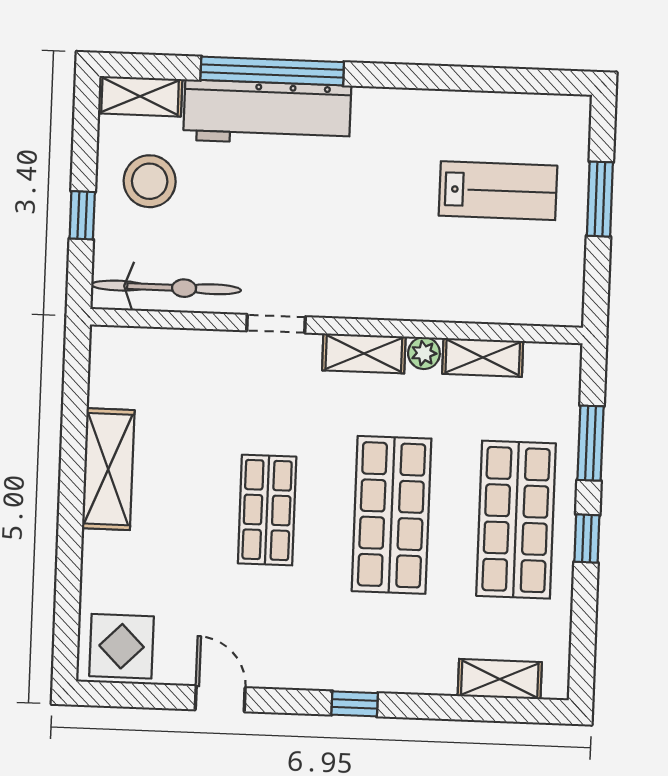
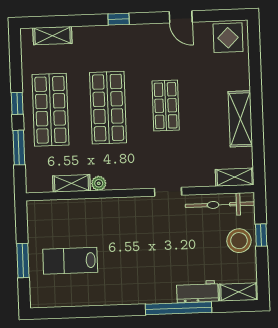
workbench: (267, 113) -> (197, 292), width x0.53, depth x0.76
stool: (150, 181) -> (239, 241), moved
shelving: (364, 353) -> (235, 177), moved

